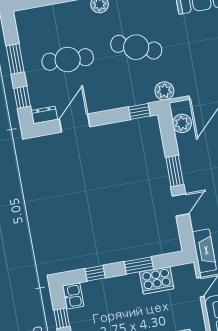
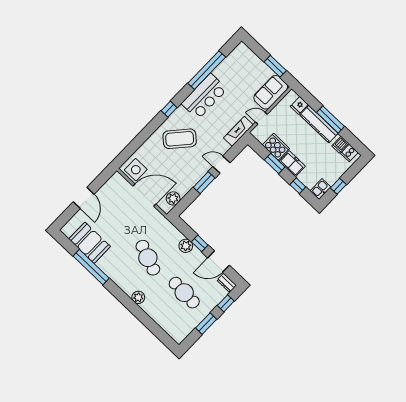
plant: (164, 91) -> (186, 246), moved
window: (139, 111) -> (200, 243), moved
freezer: (124, 285) -> (292, 164), added

